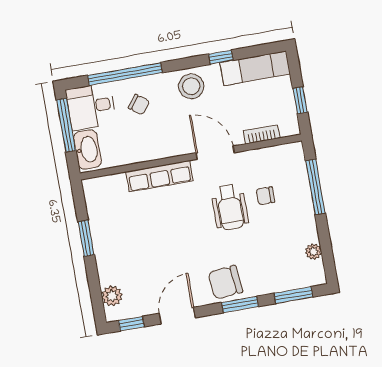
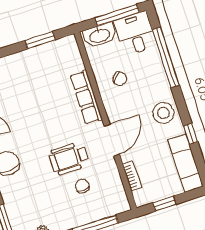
chair: (139, 105) -> (120, 79), moved, turned -85
window: (86, 238) -> (40, 40), moved

